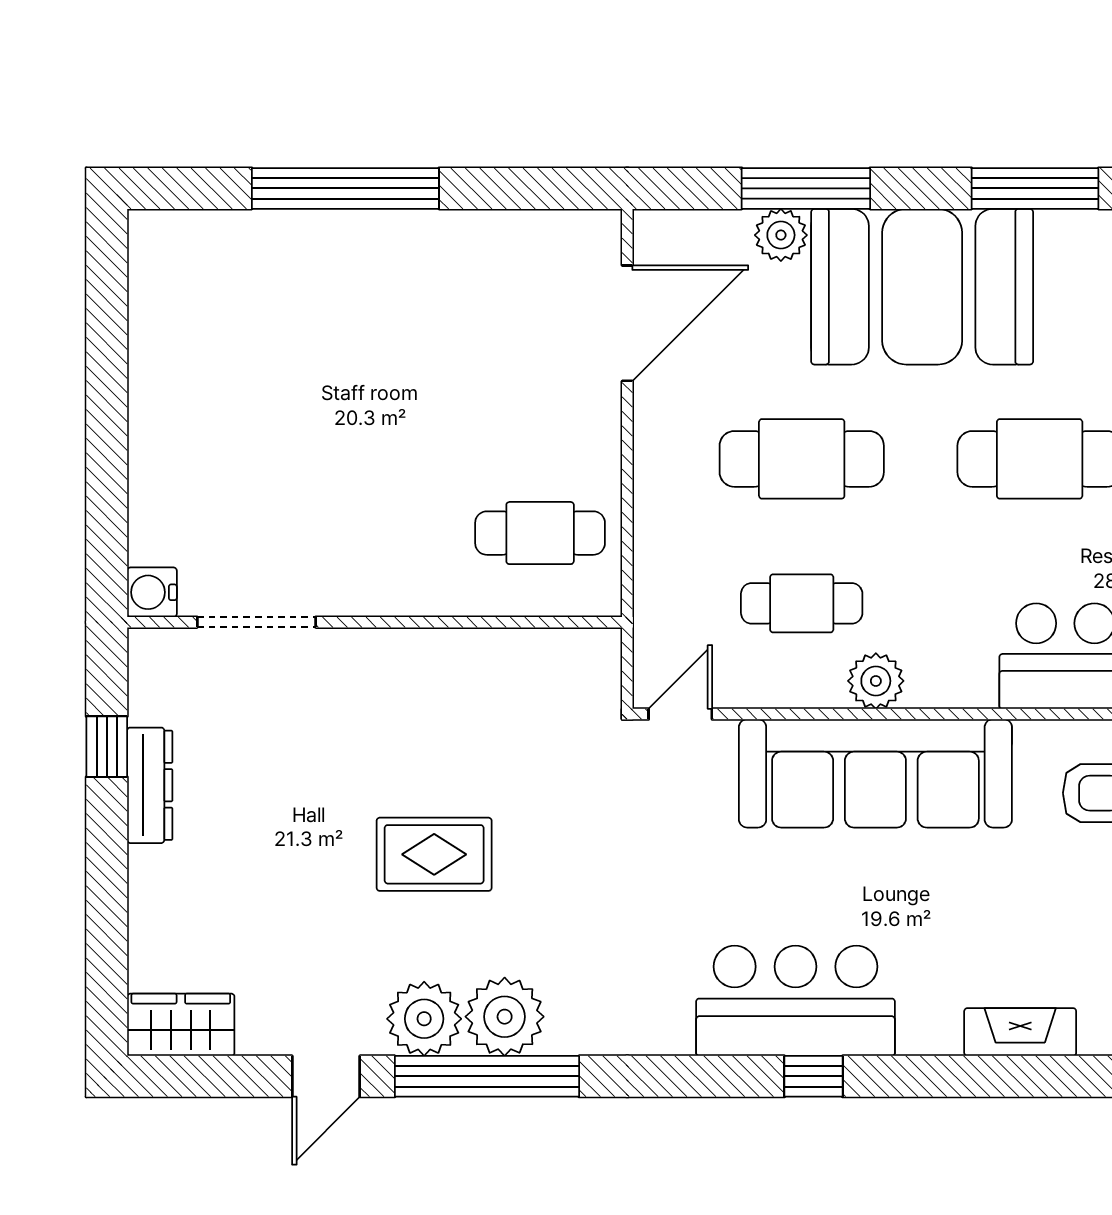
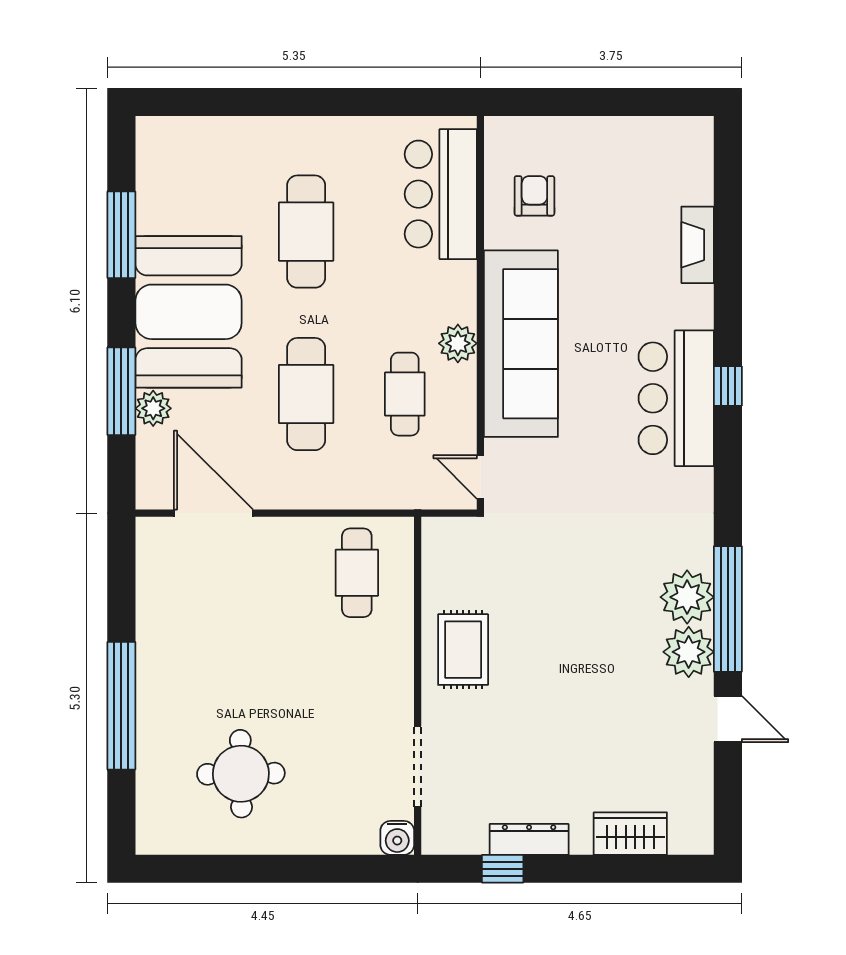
round table: (246, 363) -> (241, 774), added
rug: (434, 854) -> (463, 650), moved
wardrobe: (181, 1025) -> (630, 834), moved, turned 90

